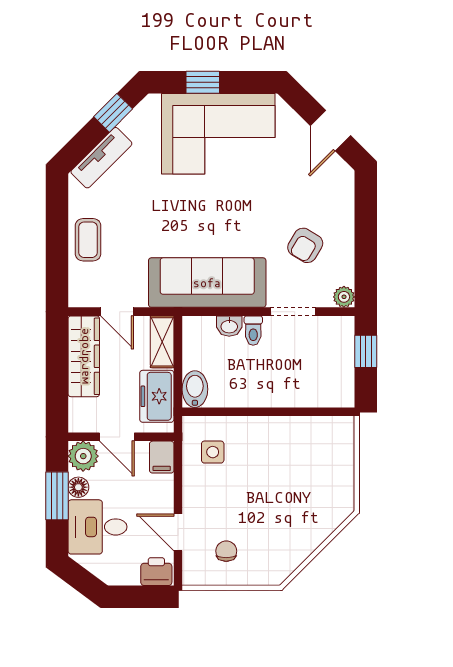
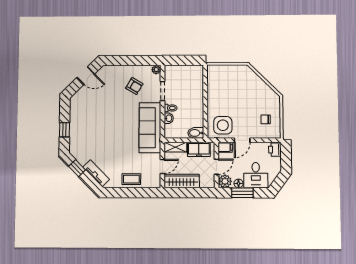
corner sofa: (218, 134) -> (87, 123), removed
window: (366, 351) -> (179, 60), removed
side table: (213, 452) -> (223, 125), width x1.87, depth x1.87
door: (178, 532) -> (242, 140), moved

